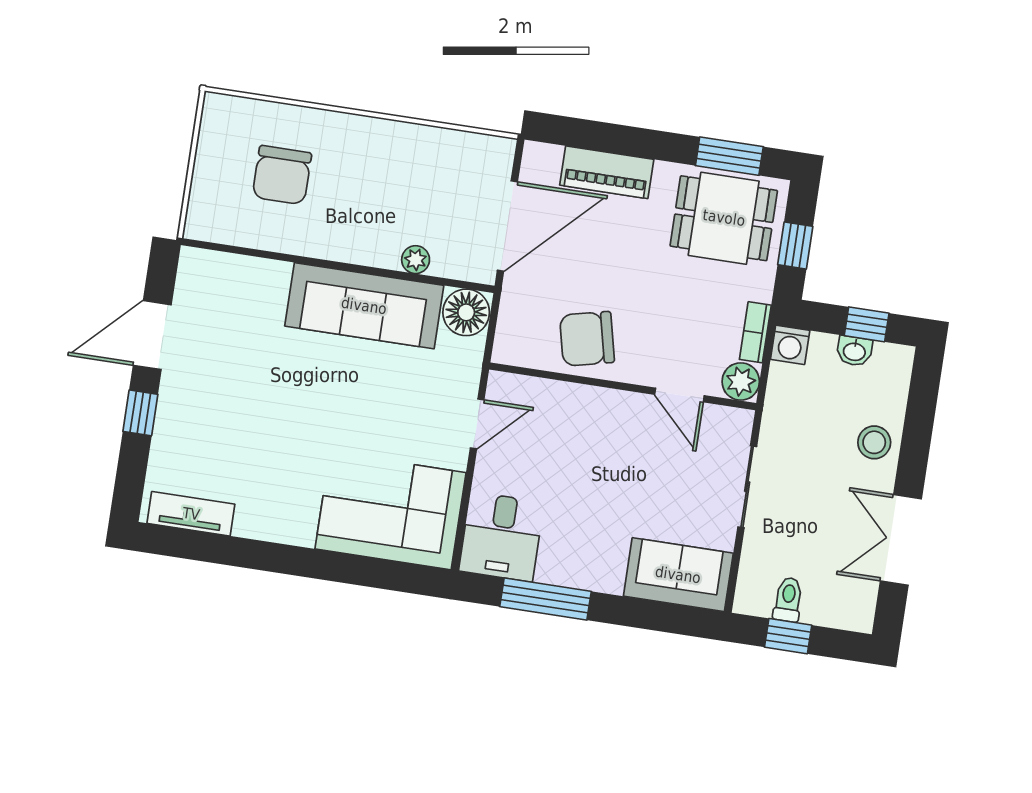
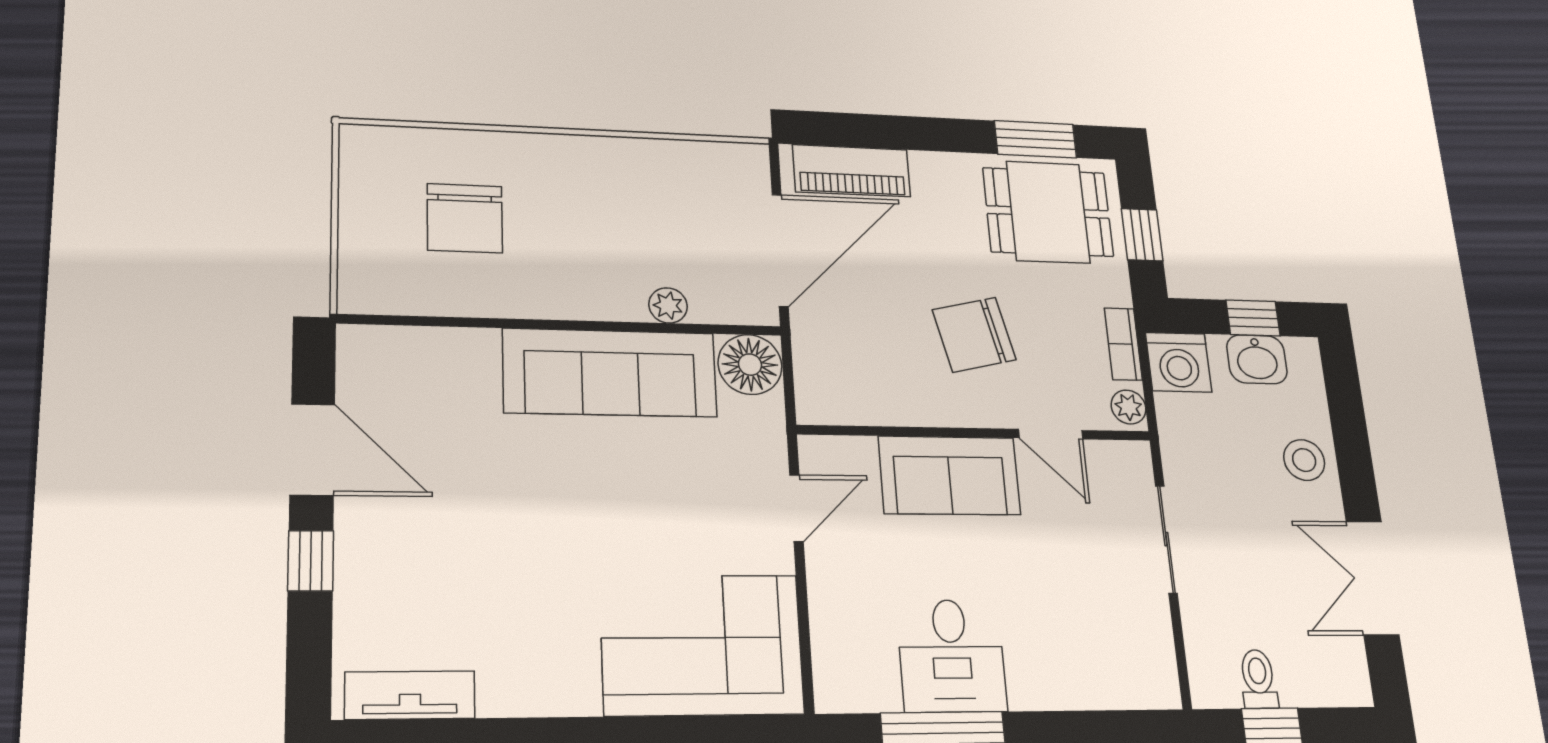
piano: (607, 172) -> (852, 171), moved
door: (152, 335) -> (312, 449), swing flipped
chair: (587, 339) -> (974, 335), moved
washing machine: (790, 345) -> (1179, 362), width x1.38, depth x1.38
washbasin: (854, 351) -> (1257, 359), width x1.38, depth x1.45
plant: (741, 381) -> (1128, 407), width x0.73, depth x0.73
desk: (501, 537) -> (952, 656), moved
sofa: (678, 575) -> (949, 475), moved, turned 180

